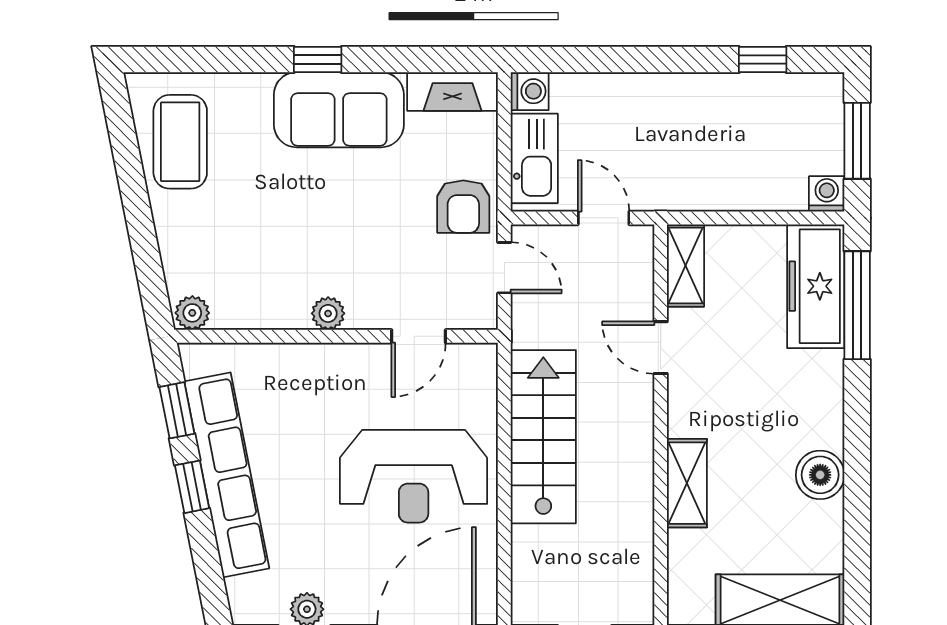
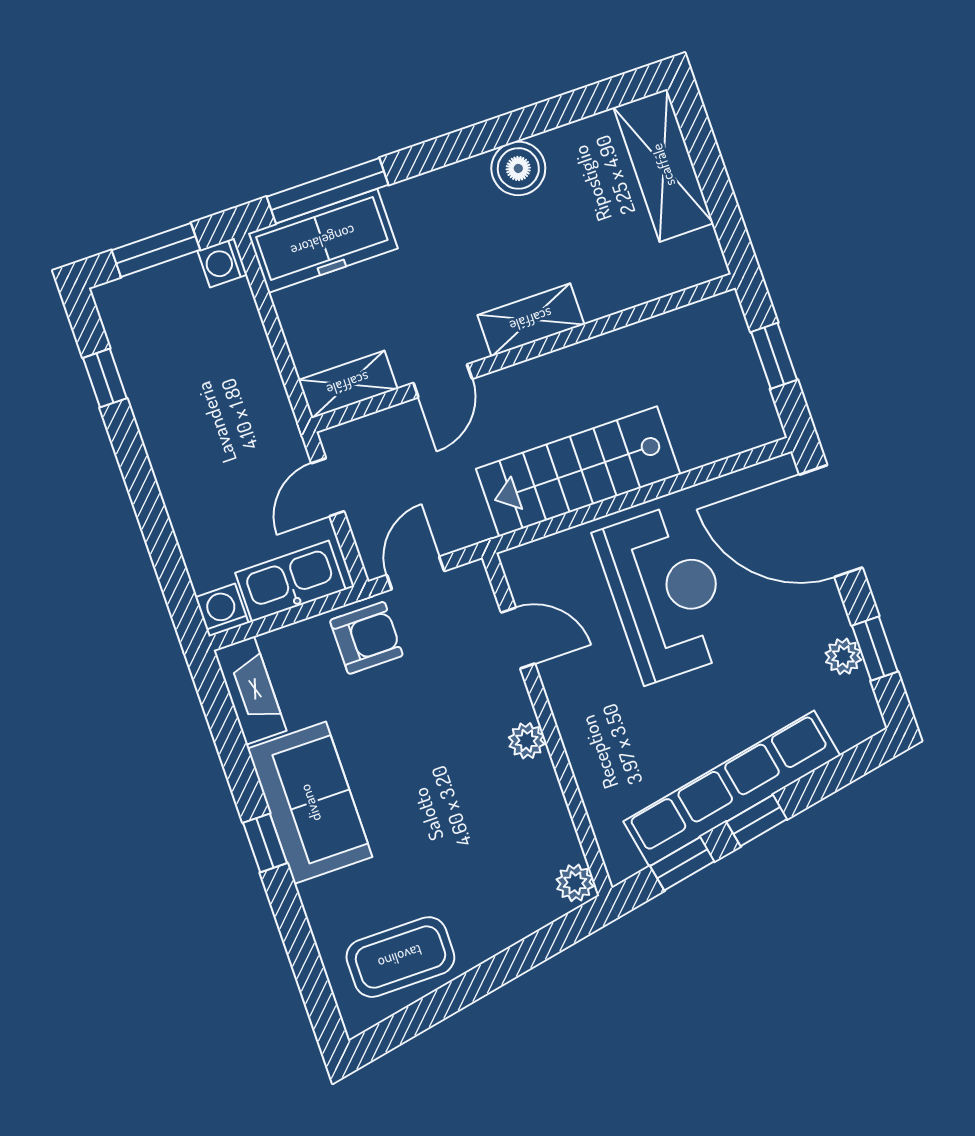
shelving: (687, 483) -> (531, 320), moved

